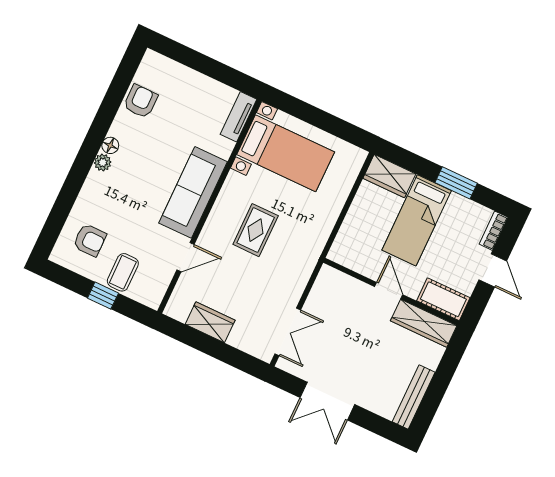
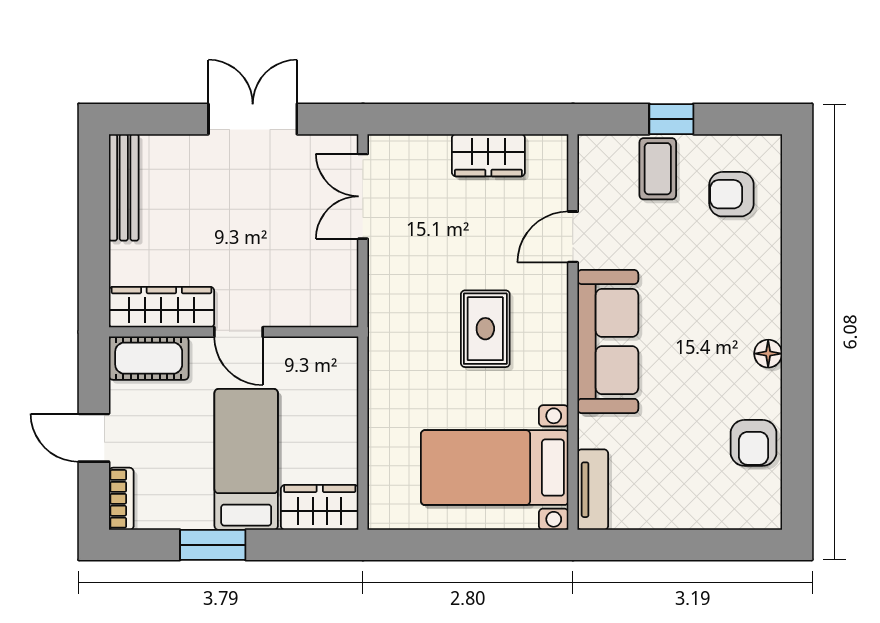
plant: (103, 162) -> (768, 322), removed

